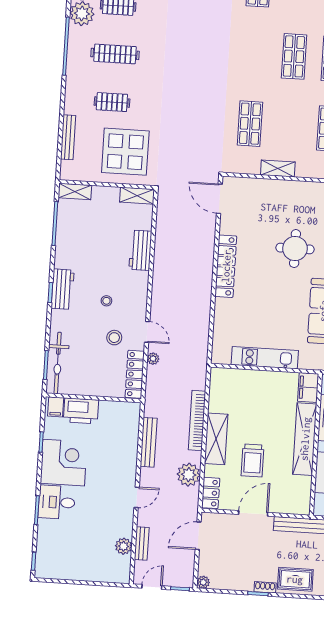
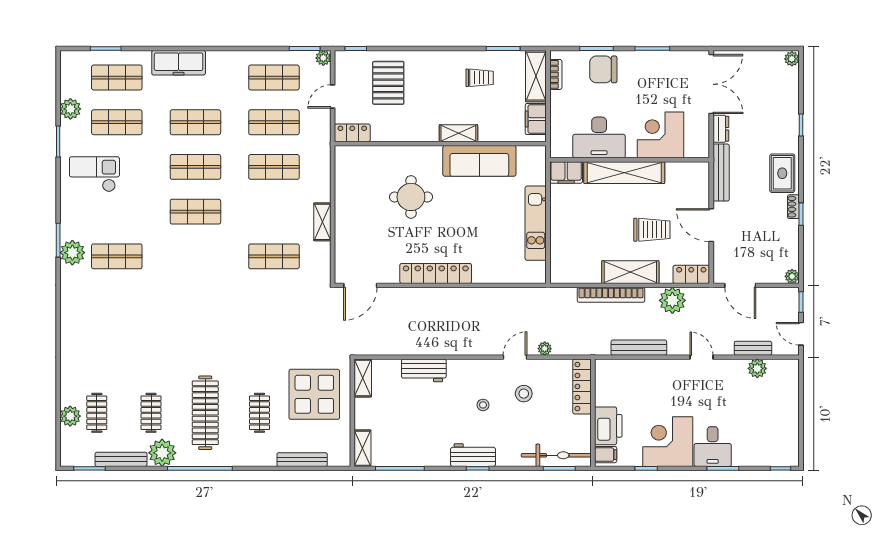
clothes rail: (115, 54) -> (205, 413), width x1.37, depth x1.31
locker: (135, 374) -> (582, 386), moved, turned 90

